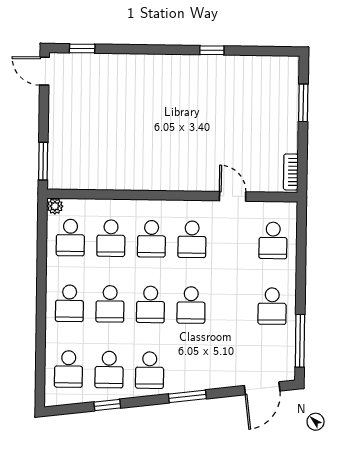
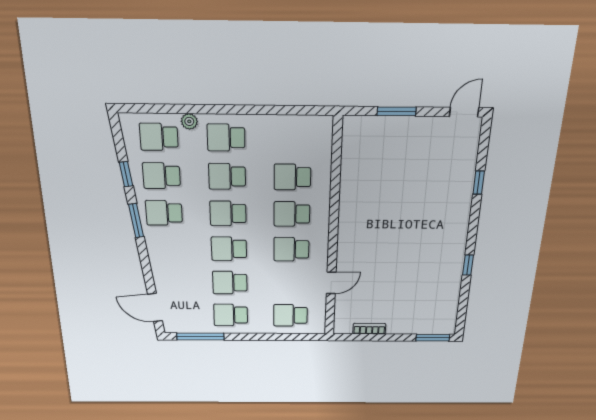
window: (82, 48) -> (479, 183), moved
window: (303, 103) -> (433, 338), moved
window: (43, 161) -> (397, 111), moved
bookcase: (291, 172) -> (369, 329), moved
plant: (55, 206) -> (189, 121), moved
school desk: (70, 238) -> (230, 283), moved
window: (187, 396) -> (136, 221), moved

